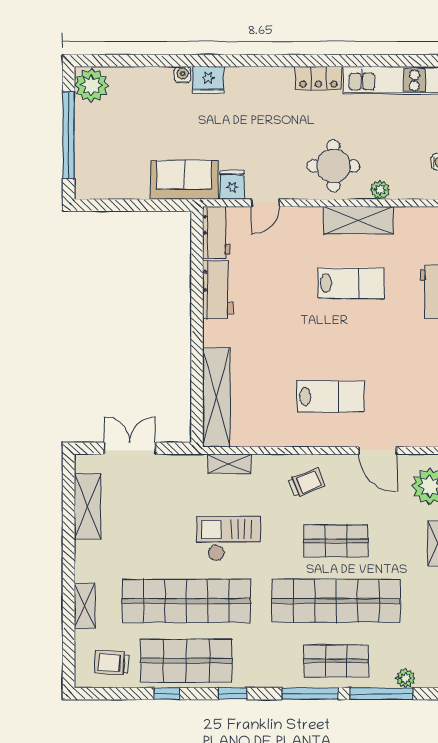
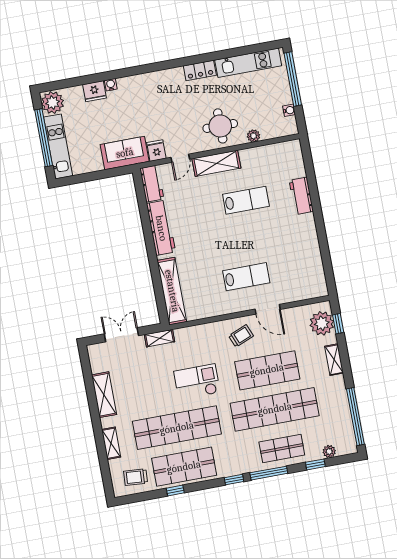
fridge: (208, 80) -> (95, 91), moved
kitchen unit: (88, 152) -> (58, 146), added
shelving: (358, 220) -> (216, 163), moved
workbench: (218, 290) -> (161, 228), width x1.38
door: (377, 451) -> (268, 309), moved
shelving: (229, 464) -> (159, 338), moved
shelving: (87, 506) -> (104, 395), moved
shop shelf: (336, 541) -> (267, 370), width x1.43, depth x1.36
window: (232, 694) -> (234, 480), moved
window: (381, 694) -> (315, 464), width x0.46

